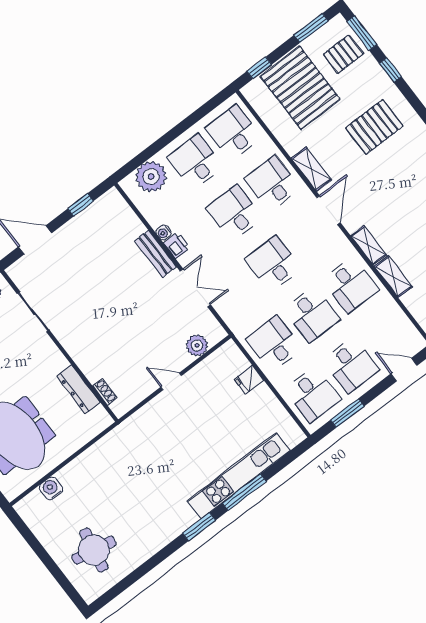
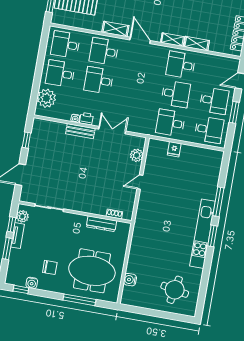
desk: (273, 264) -> (137, 87), removed
desk: (350, 285) -> (181, 65), turned 180
window: (347, 413) -> (234, 112), moved
kitchen unit: (239, 476) -> (203, 234), moved

